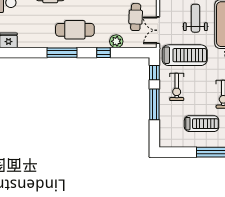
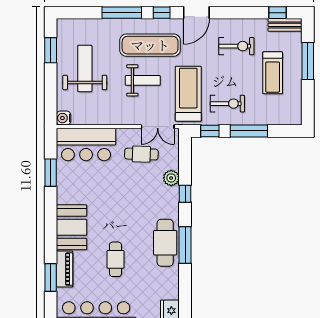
weight bench: (195, 18) -> (143, 80), turned 180
cafe table: (75, 30) -> (165, 243), moved
treadmill: (202, 124) -> (273, 73), turned 180

